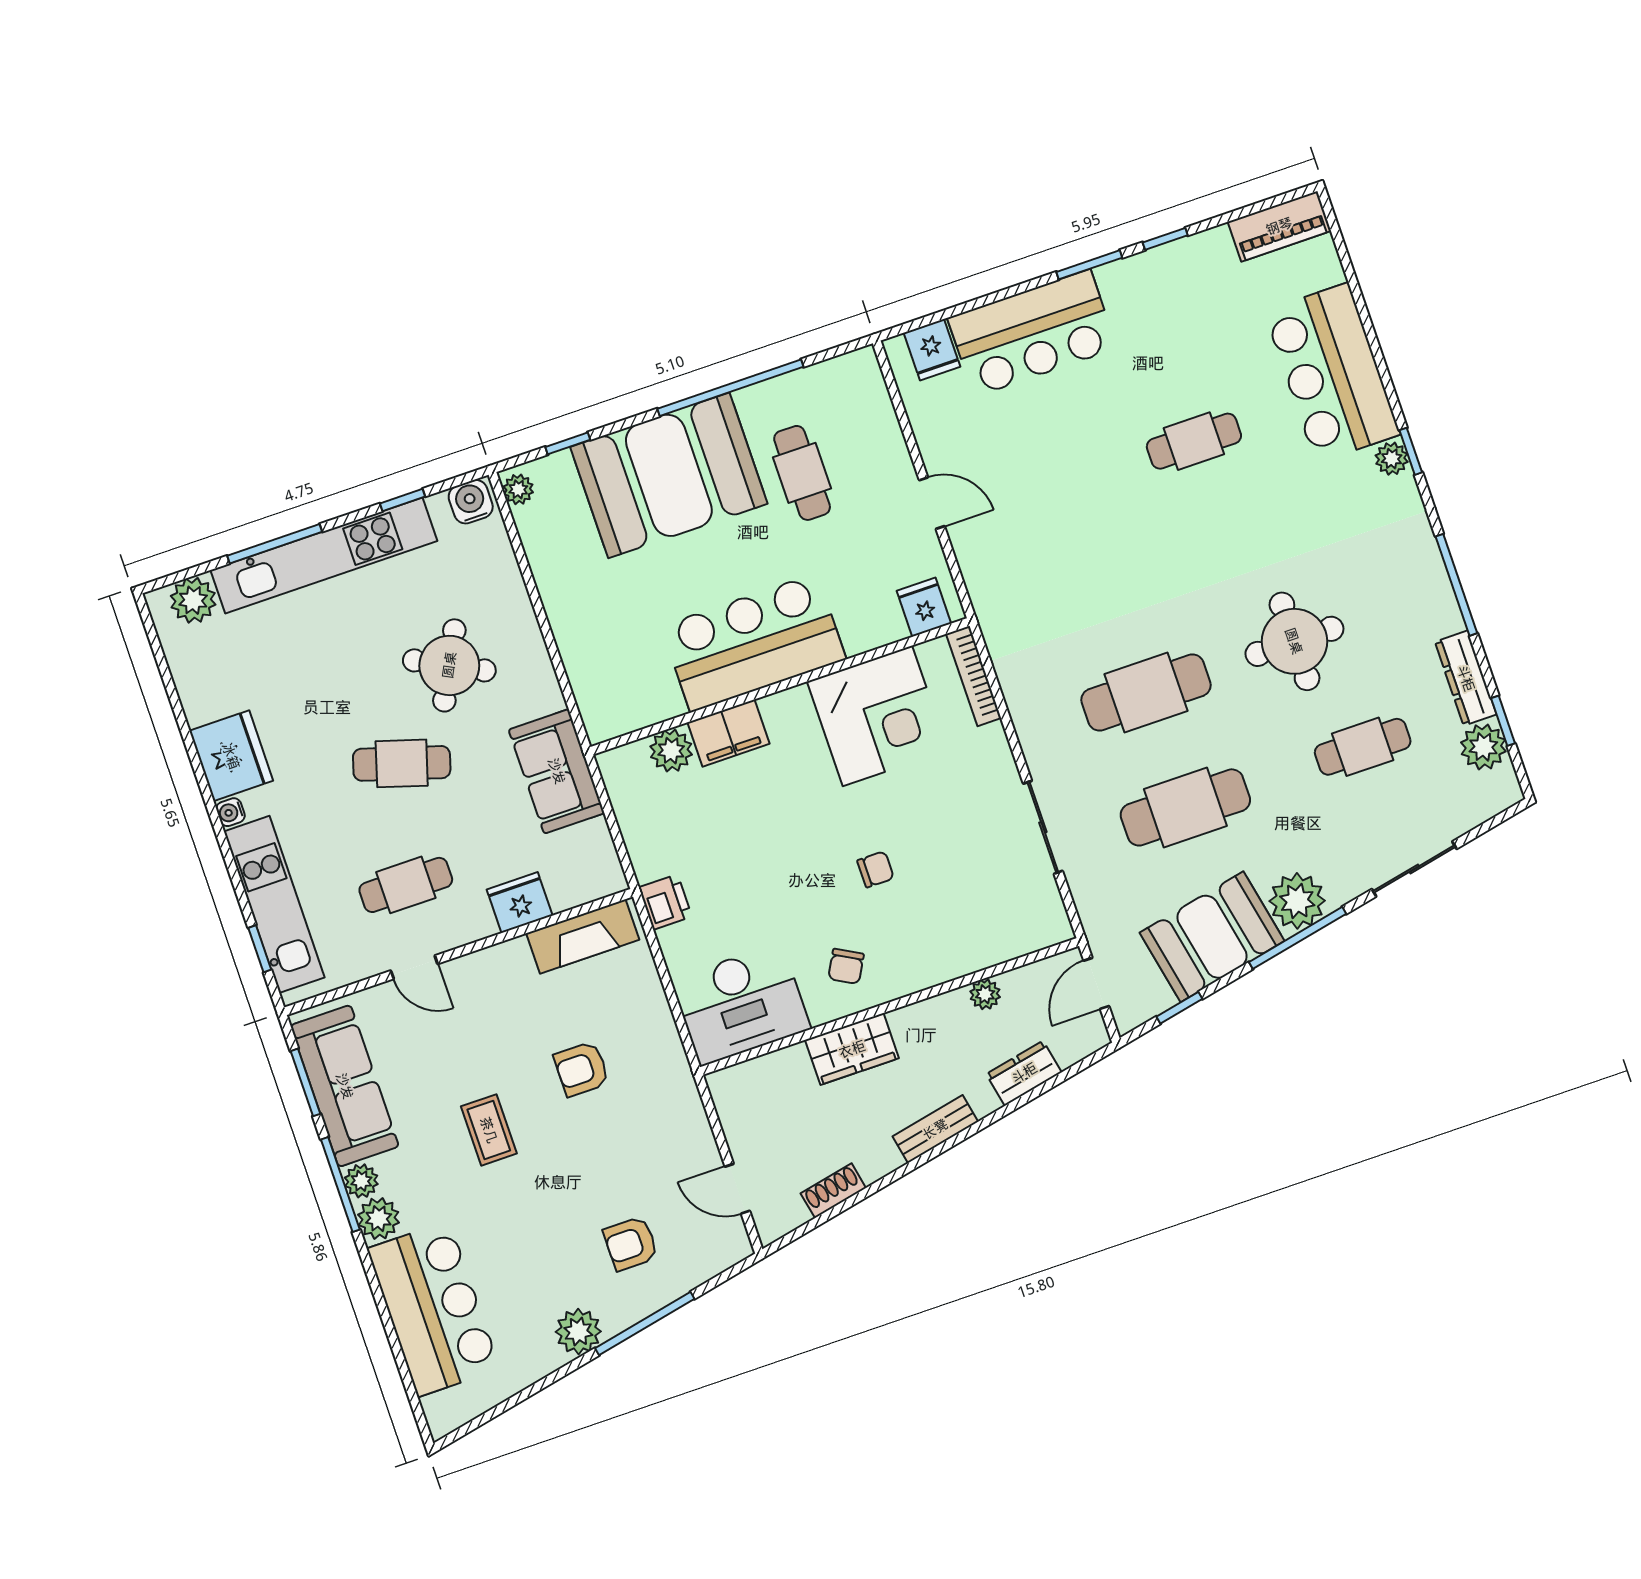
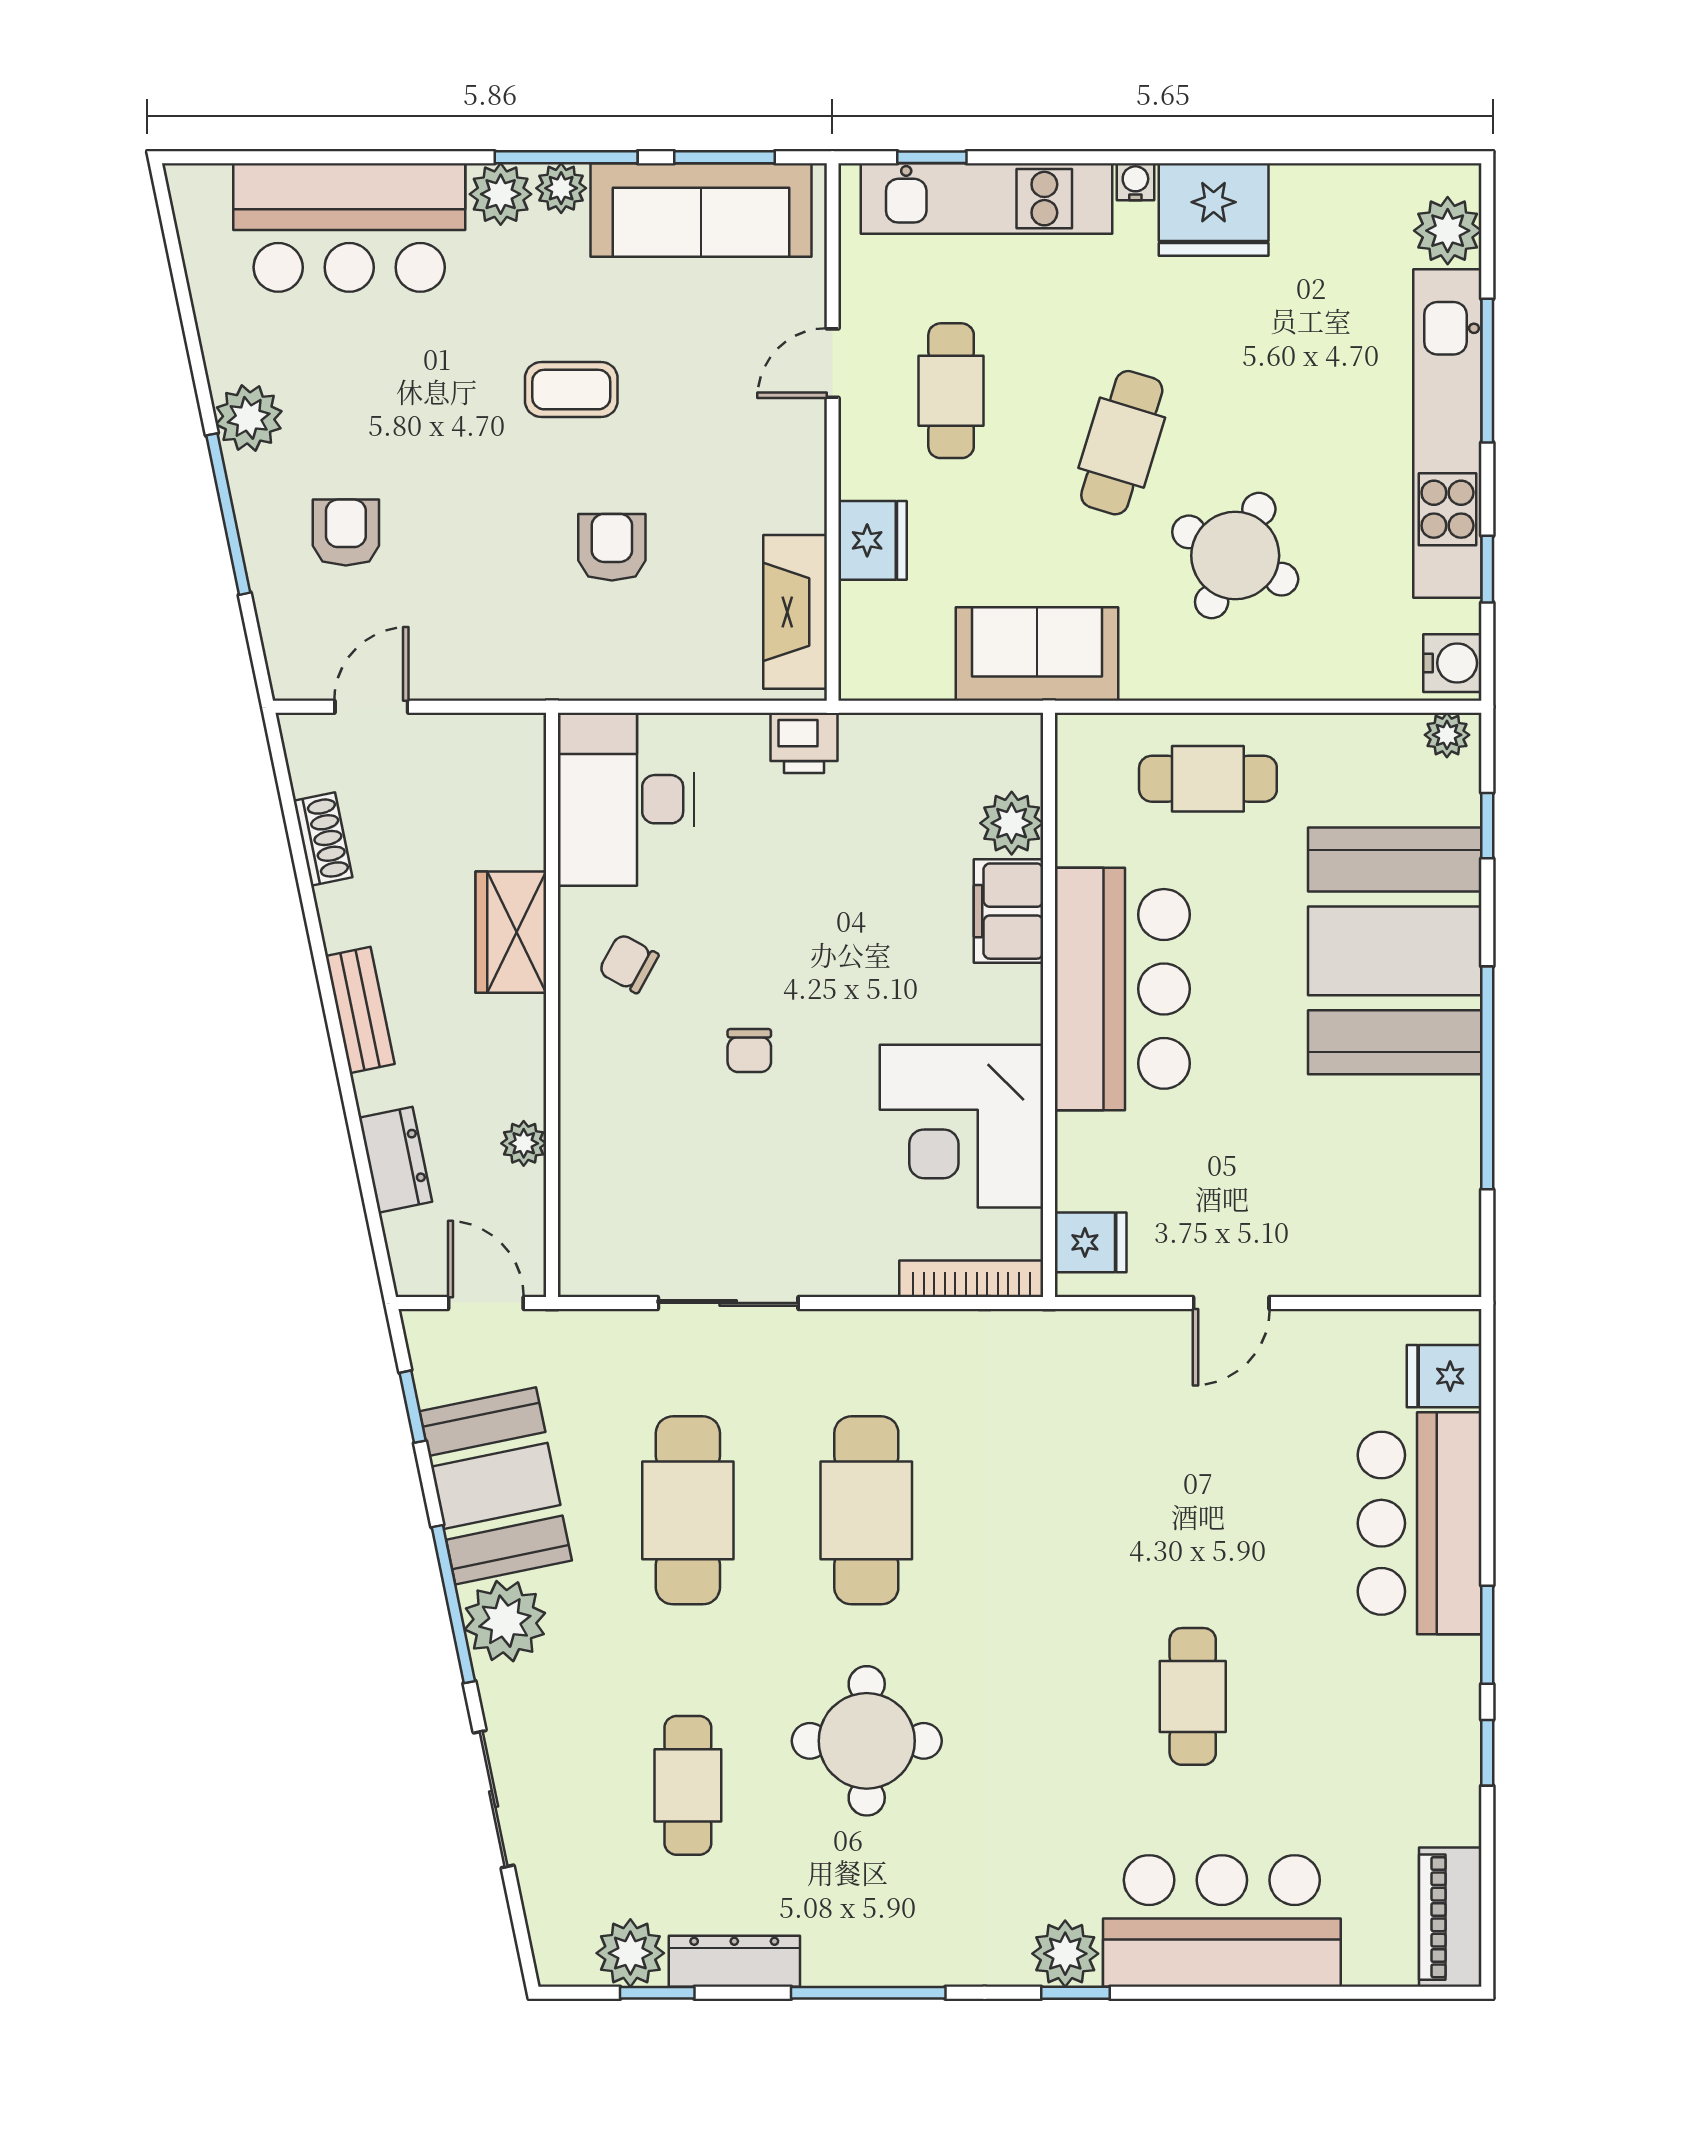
plant: (1392, 459) -> (1065, 1954), width x1.38, depth x1.38
cafe table: (802, 473) -> (1208, 779), moved

